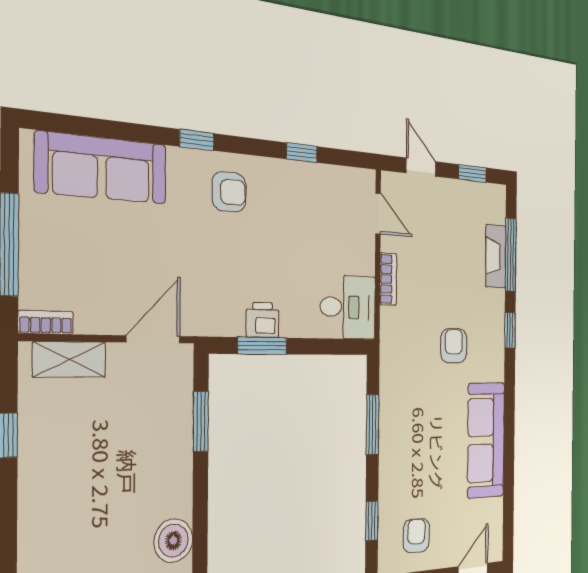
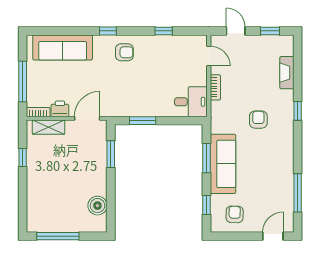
window: (511, 255) -> (298, 193), moved
printer: (262, 320) -> (60, 109), moved
sofa: (486, 440) -> (223, 164), moved, turned 180

